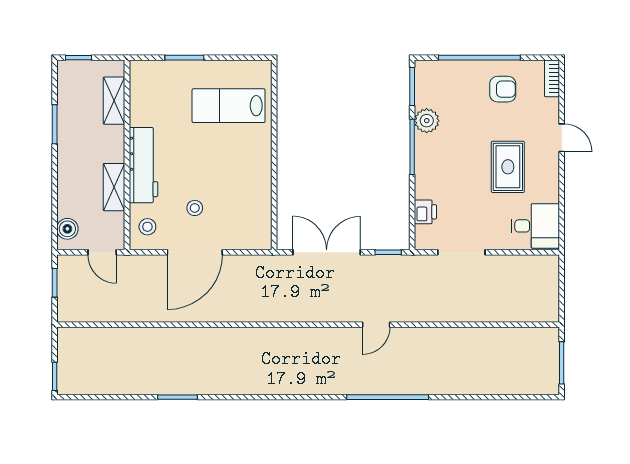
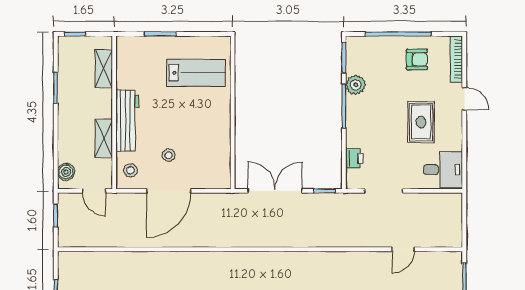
bookcase: (552, 78) -> (457, 59), width x1.56
lab bench: (229, 106) -> (196, 73), turned 180
door: (376, 325) -> (403, 249), moved

